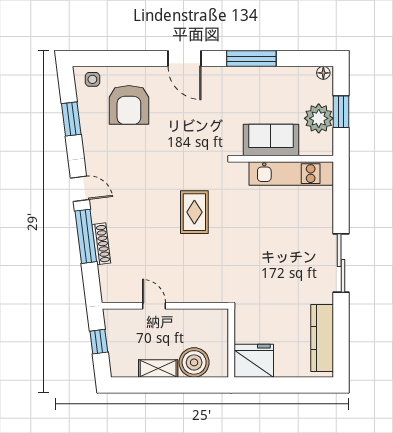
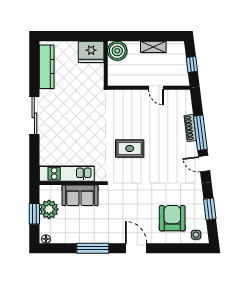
rug: (194, 212) -> (130, 149), turned 90
boiler: (194, 362) -> (117, 51), moved

